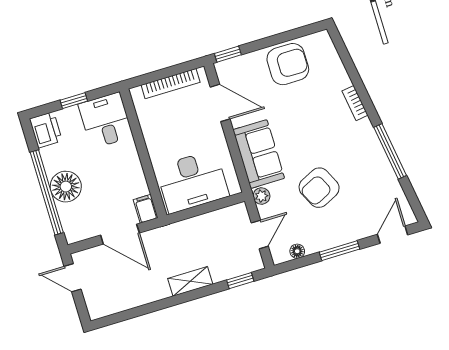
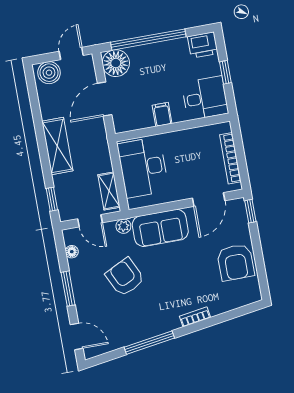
floor lamp: (66, 187) -> (116, 63), moved
filing cabinet: (146, 209) -> (162, 114), moved, turned -90
shelving: (224, 217) -> (109, 191), added
shelving: (190, 281) -> (57, 146), width x1.50, depth x1.33
boiler: (97, 300) -> (49, 73), added

